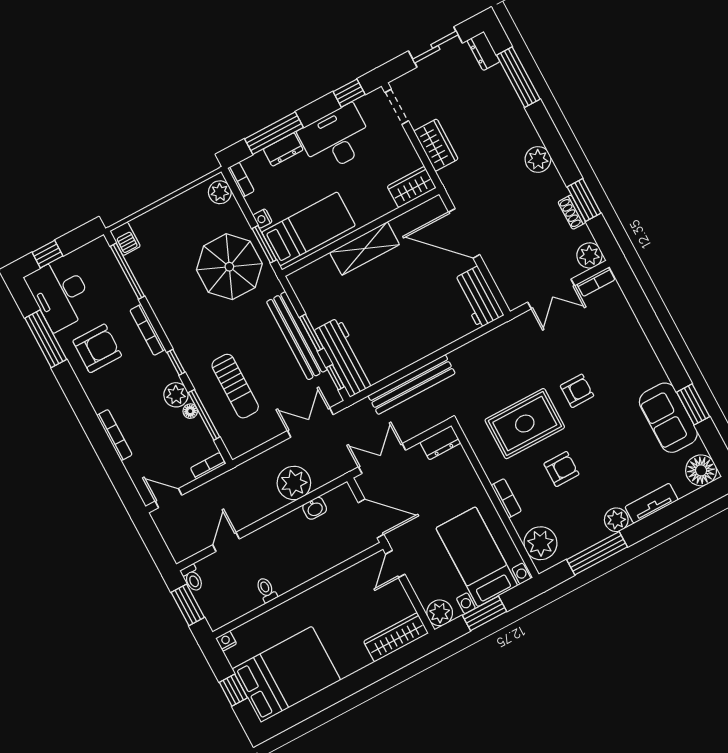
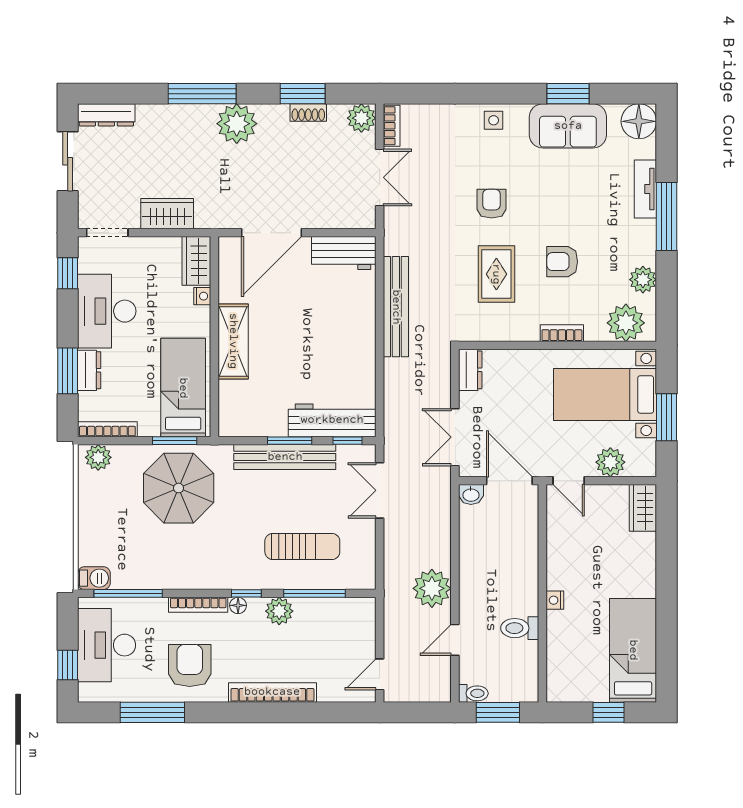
dresser: (483, 51) -> (106, 115), width x1.44
window: (518, 77) -> (202, 94), moved
window: (274, 133) -> (68, 371), width x0.69
plant: (538, 159) -> (237, 124), width x1.36, depth x1.36
bookcase: (241, 180) -> (107, 429), width x1.56
nightstand: (262, 219) -> (202, 296), moved, turned -90
desk: (60, 294) -> (107, 645), moved, turned 90
side table: (642, 358) -> (494, 120), added
bench: (412, 385) -> (396, 307), moved
floor lamp: (190, 411) -> (238, 605), moved
rug: (525, 424) -> (496, 274), width x0.73, depth x0.70
bookcase: (114, 435) -> (272, 692), width x1.48, depth x1.31
bookcase: (208, 466) -> (368, 617), removed
armchair: (561, 469) -> (562, 262), turned -90
plant: (294, 483) -> (432, 588), moved
washbasin: (315, 508) -> (471, 495), moved, turned 90
door: (371, 519) -> (509, 481), hinge flipped
plant: (616, 520) -> (643, 280), moved
door: (226, 542) -> (455, 640), hinge flipped
window: (597, 553) -> (666, 217), moved
toilet: (266, 590) -> (520, 628), width x1.37, depth x1.39
plant: (440, 613) -> (610, 462), moved
wardrobe: (396, 637) -> (643, 508), width x0.67
nightstand: (226, 641) -> (555, 600), moved
bed: (286, 675) -> (633, 650), width x0.67

